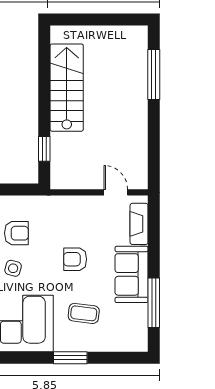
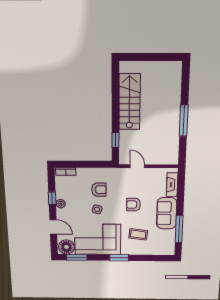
window: (154, 74) -> (184, 121), moved
door: (116, 192) -> (137, 166), moved
window: (70, 358) -> (119, 258), moved

